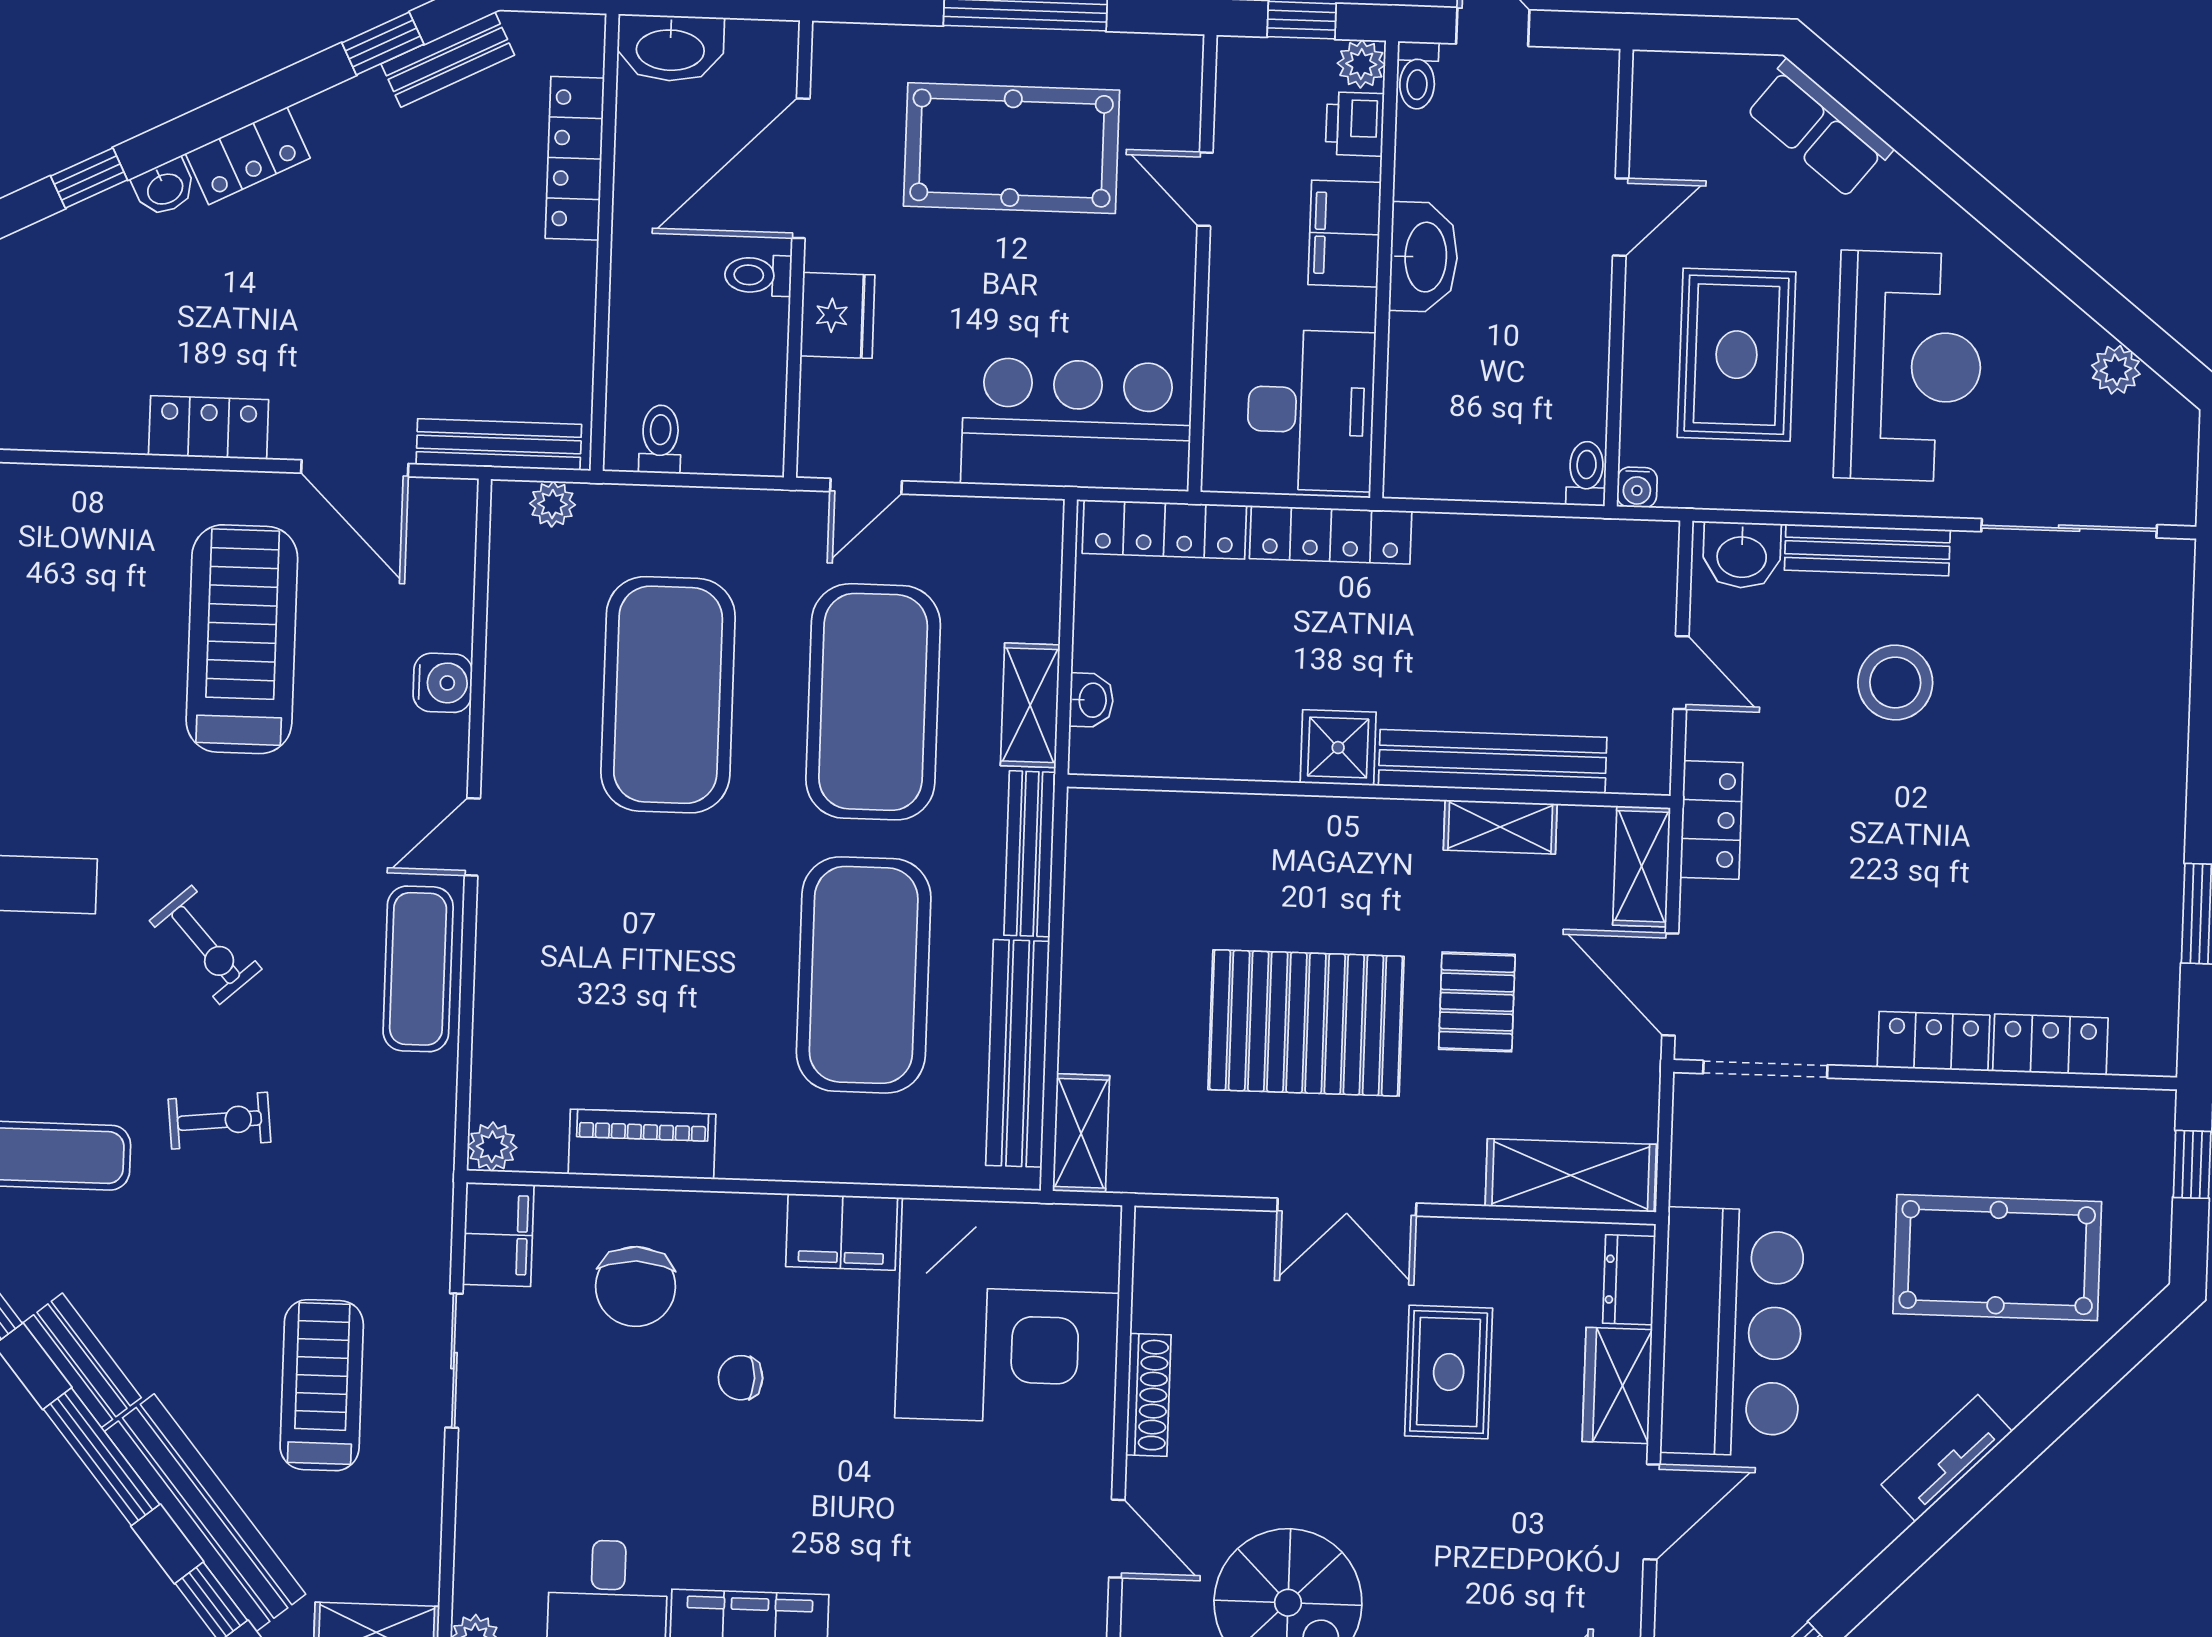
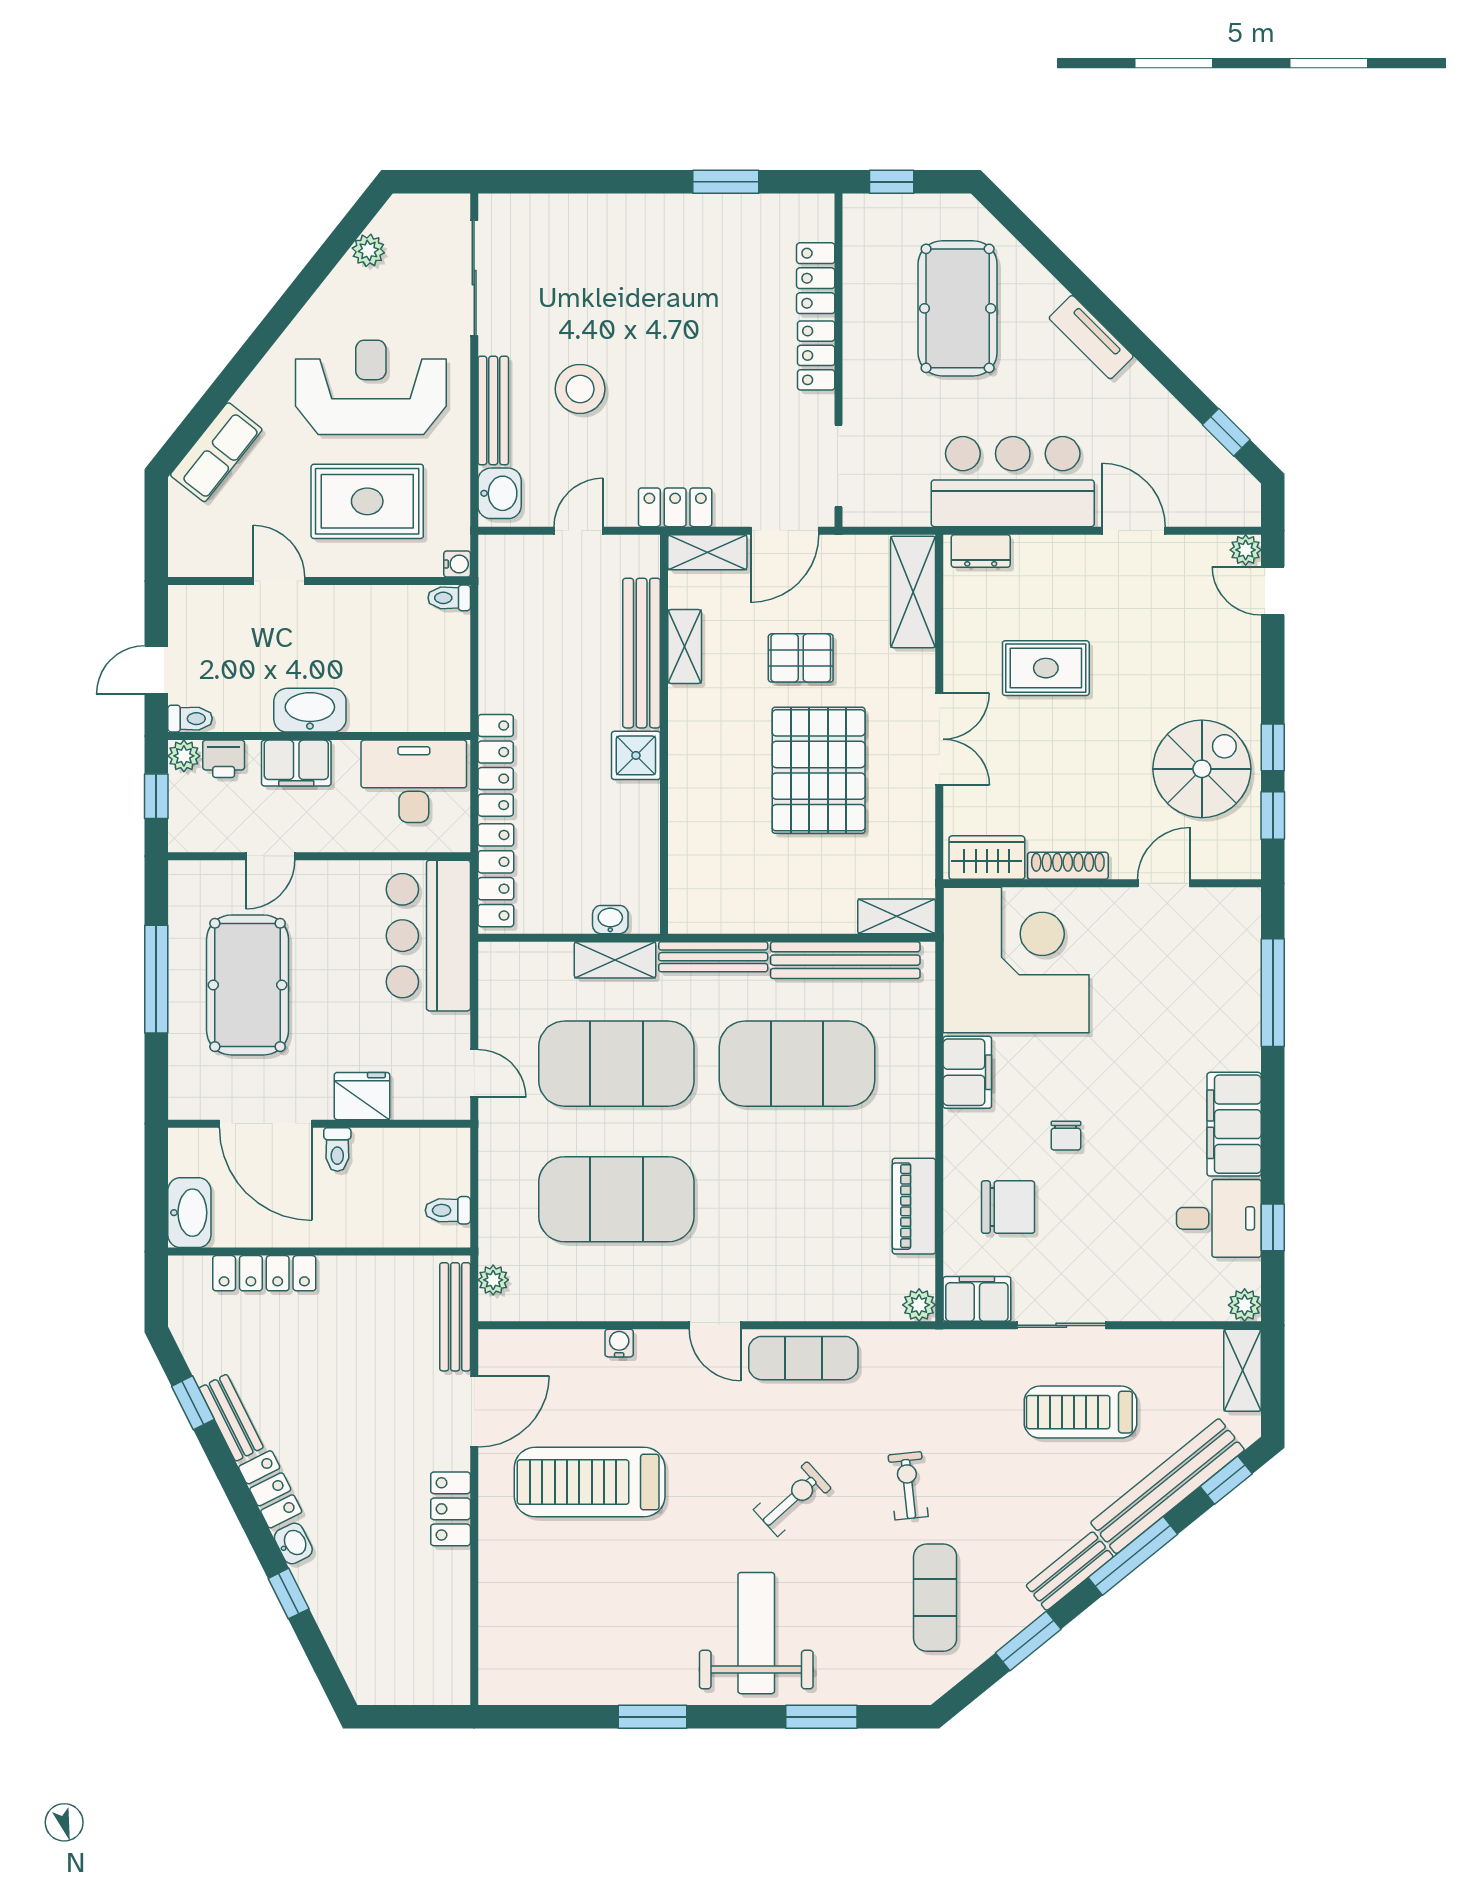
bench: (448, 59) -> (231, 1418), moved
water cooler: (443, 683) -> (619, 1343), width x0.72, depth x0.72
wardrobe: (1617, 1386) -> (987, 858), moved, turned 180

